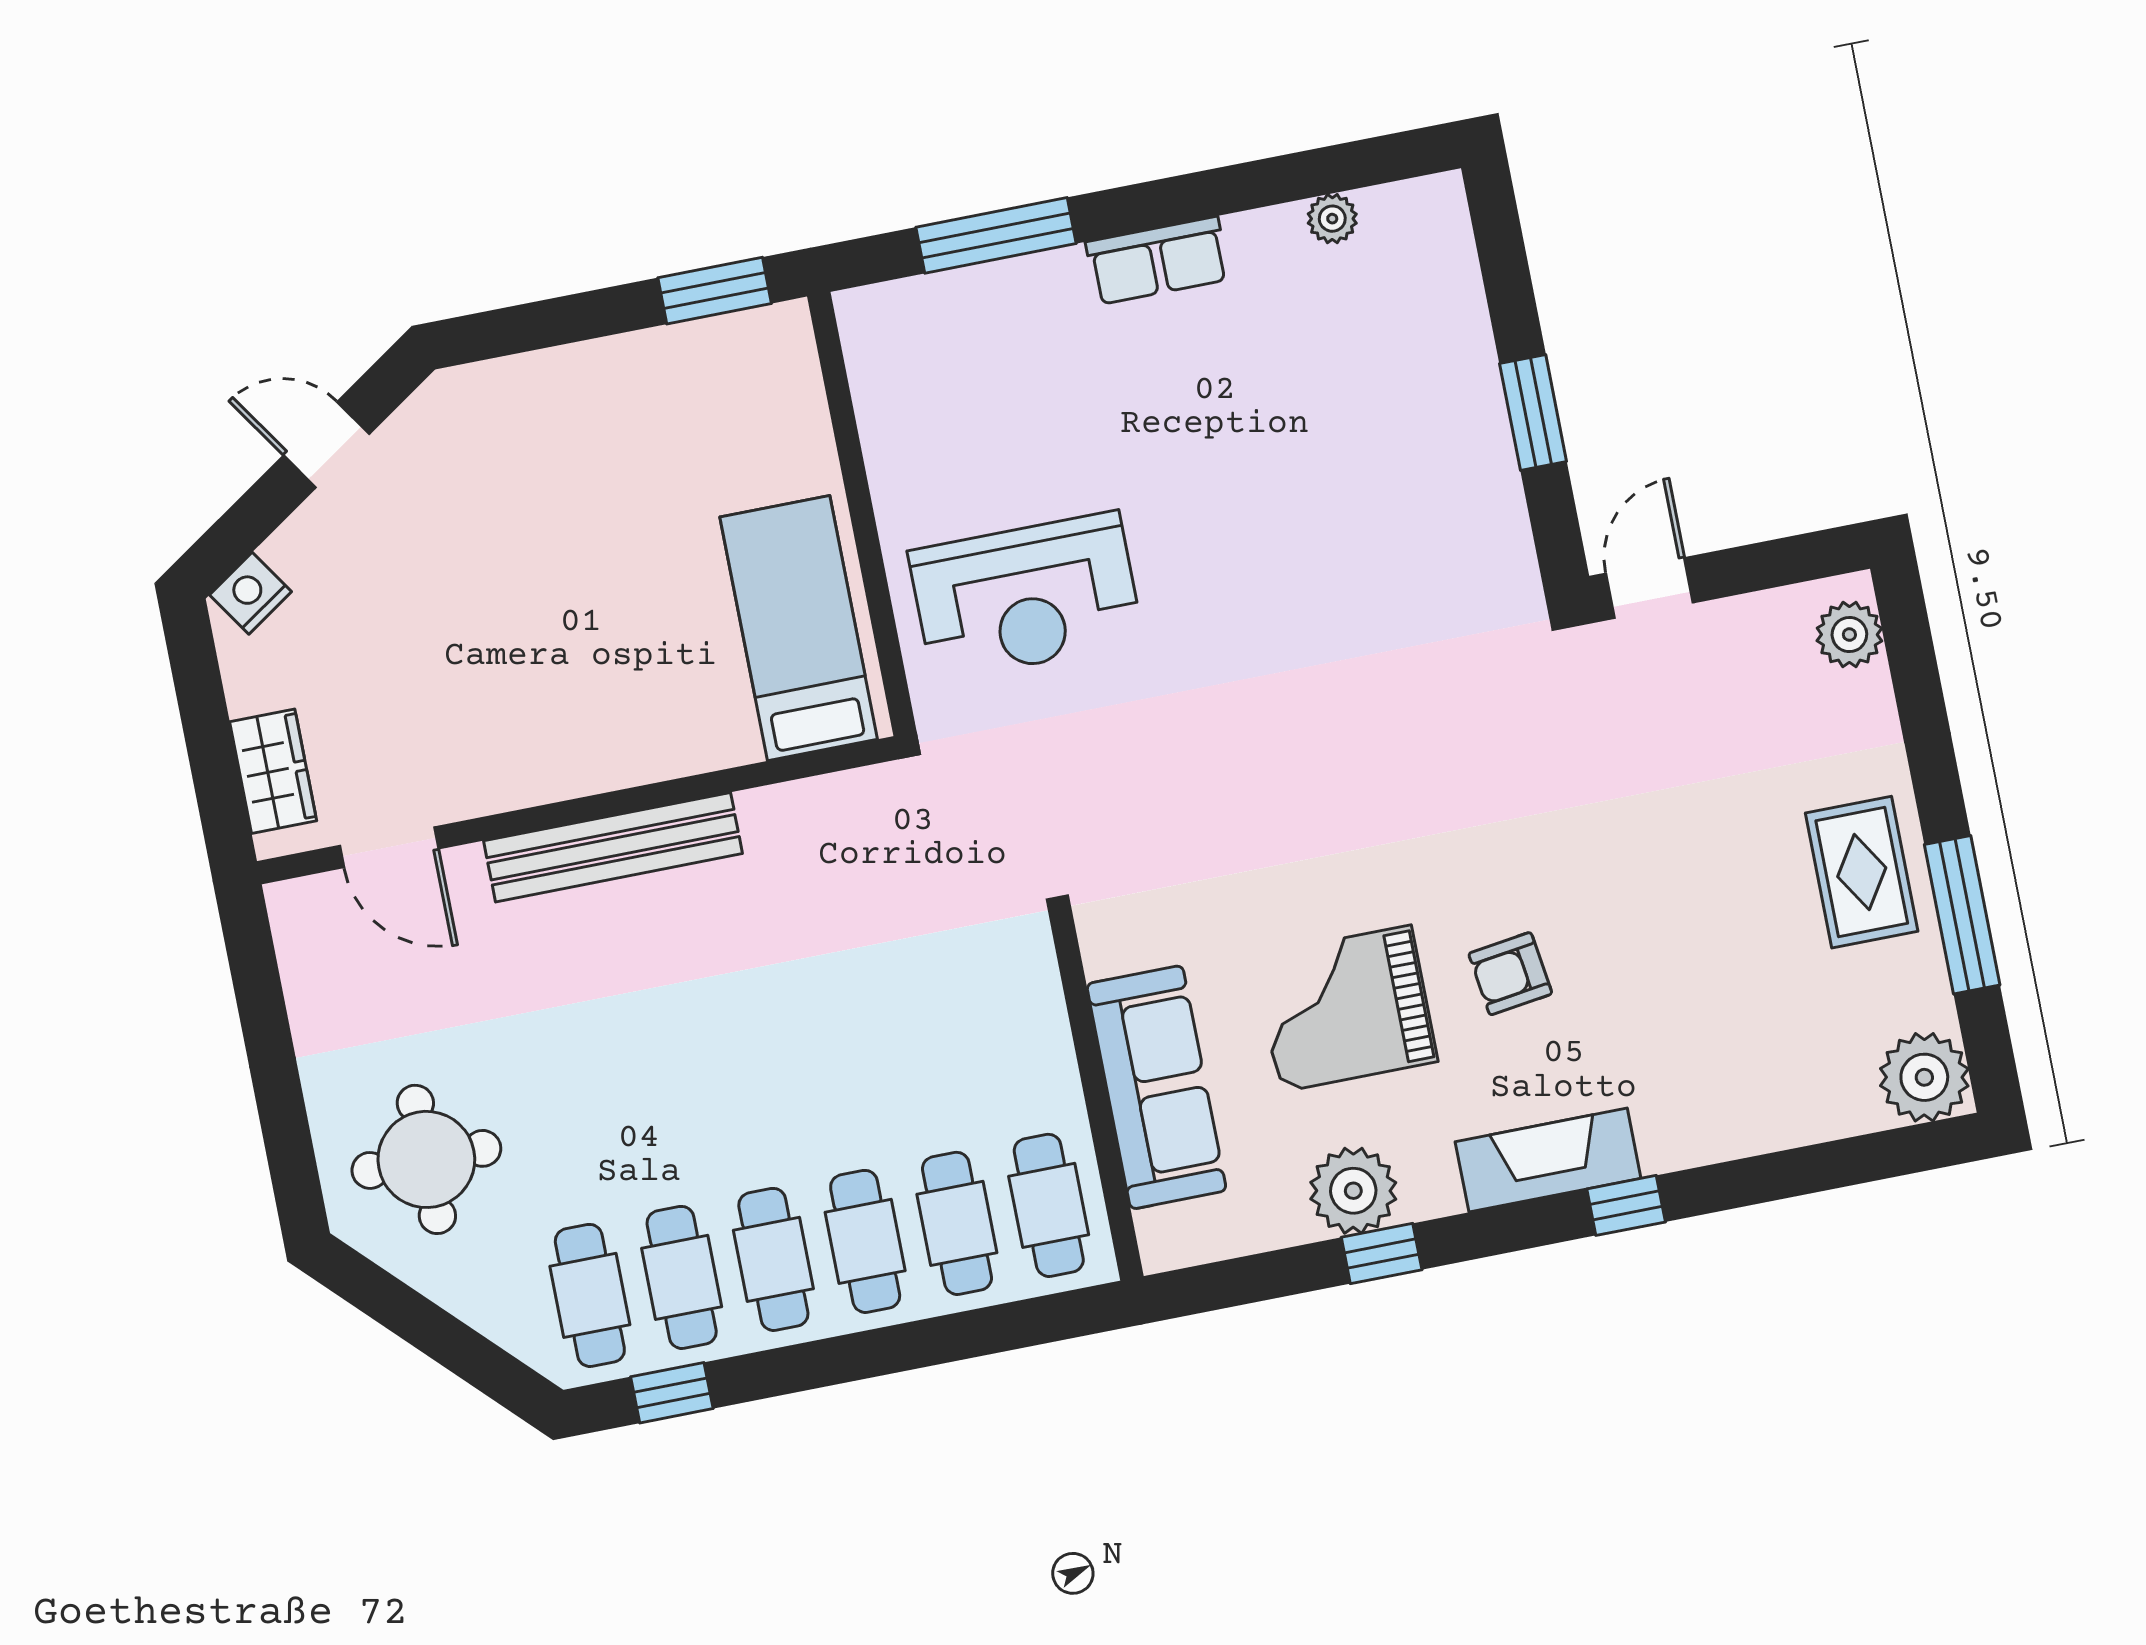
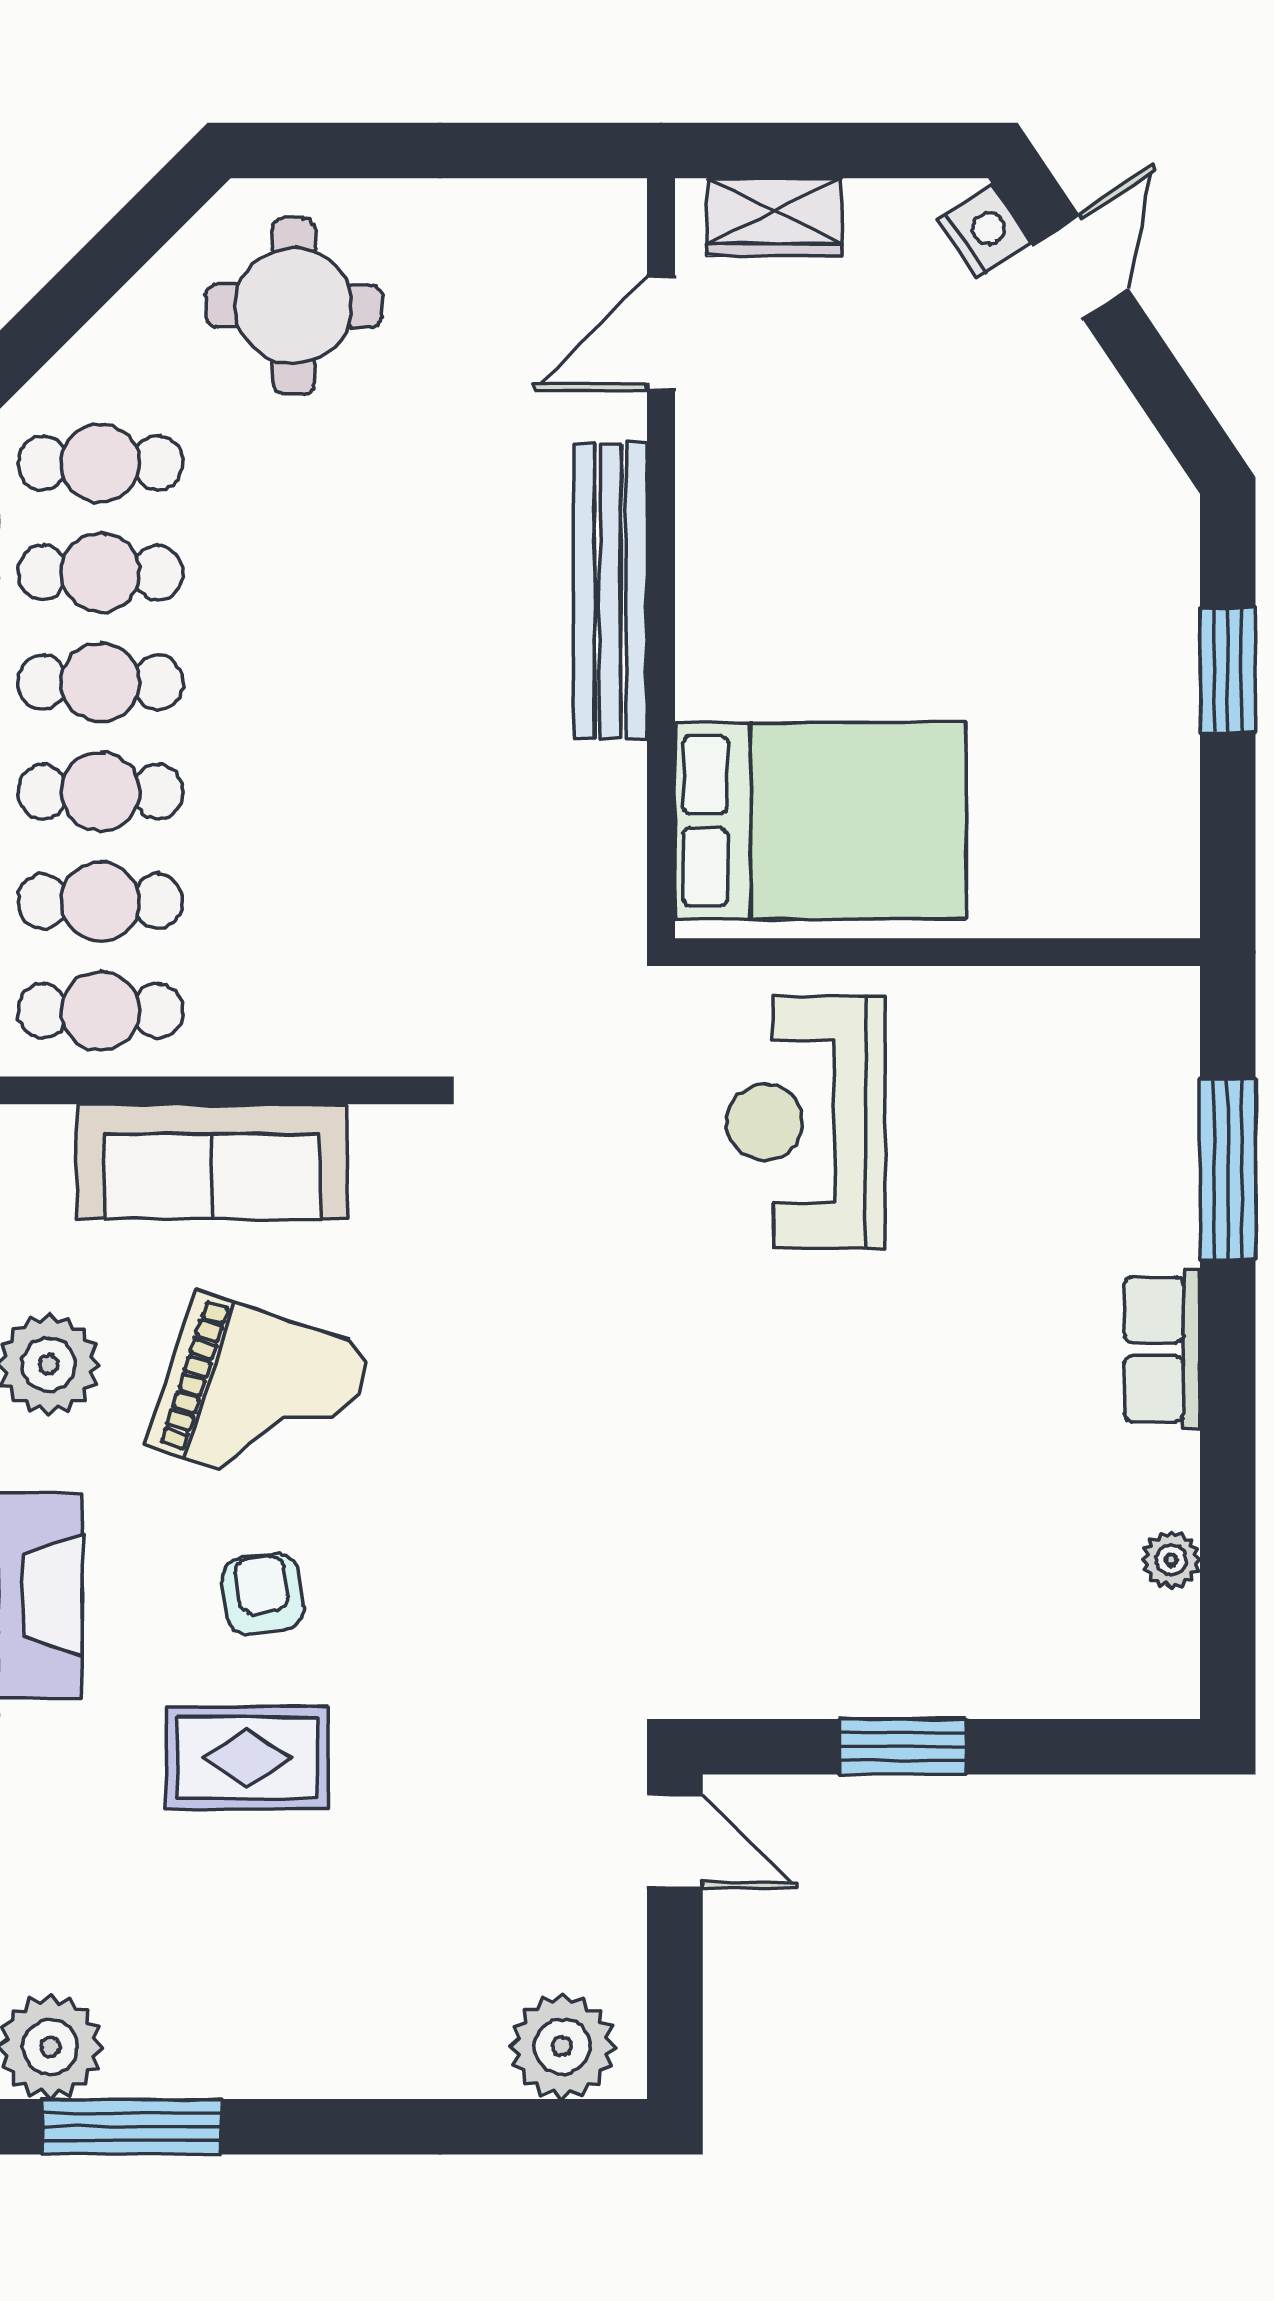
window: (715, 291) -> (1228, 670), moved
door: (326, 445) -> (1081, 267), moved
bed: (799, 628) -> (821, 821), width x1.50
plant: (1849, 634) -> (562, 2046), width x1.36, depth x1.36
rug: (1862, 872) -> (247, 1758), moved
window: (1962, 915) -> (132, 2127), moved
grand piano: (1346, 1009) -> (260, 1397), turned 108

